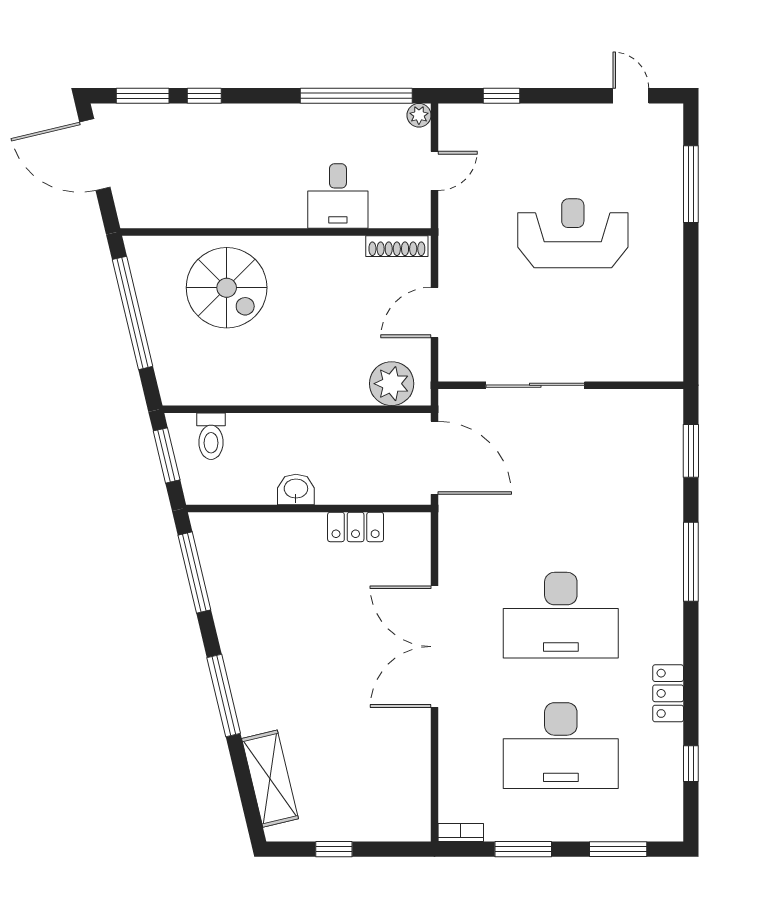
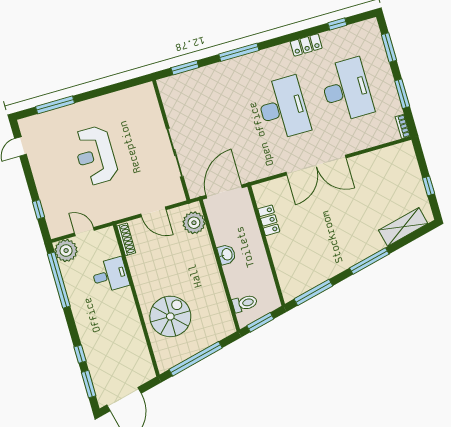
plant: (419, 115) -> (66, 251), width x1.87, depth x1.87
washbasin: (296, 489) -> (227, 254), moved, turned 180

